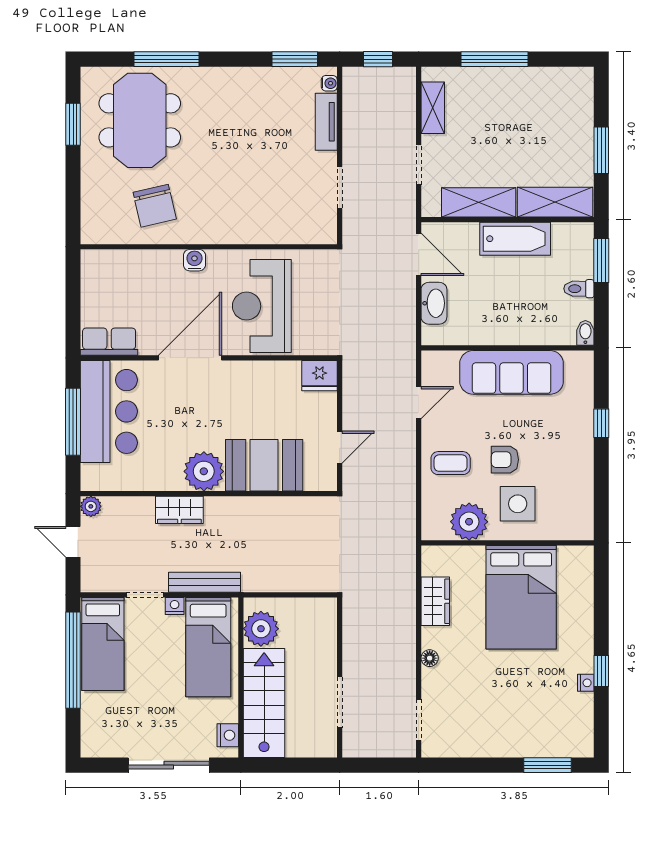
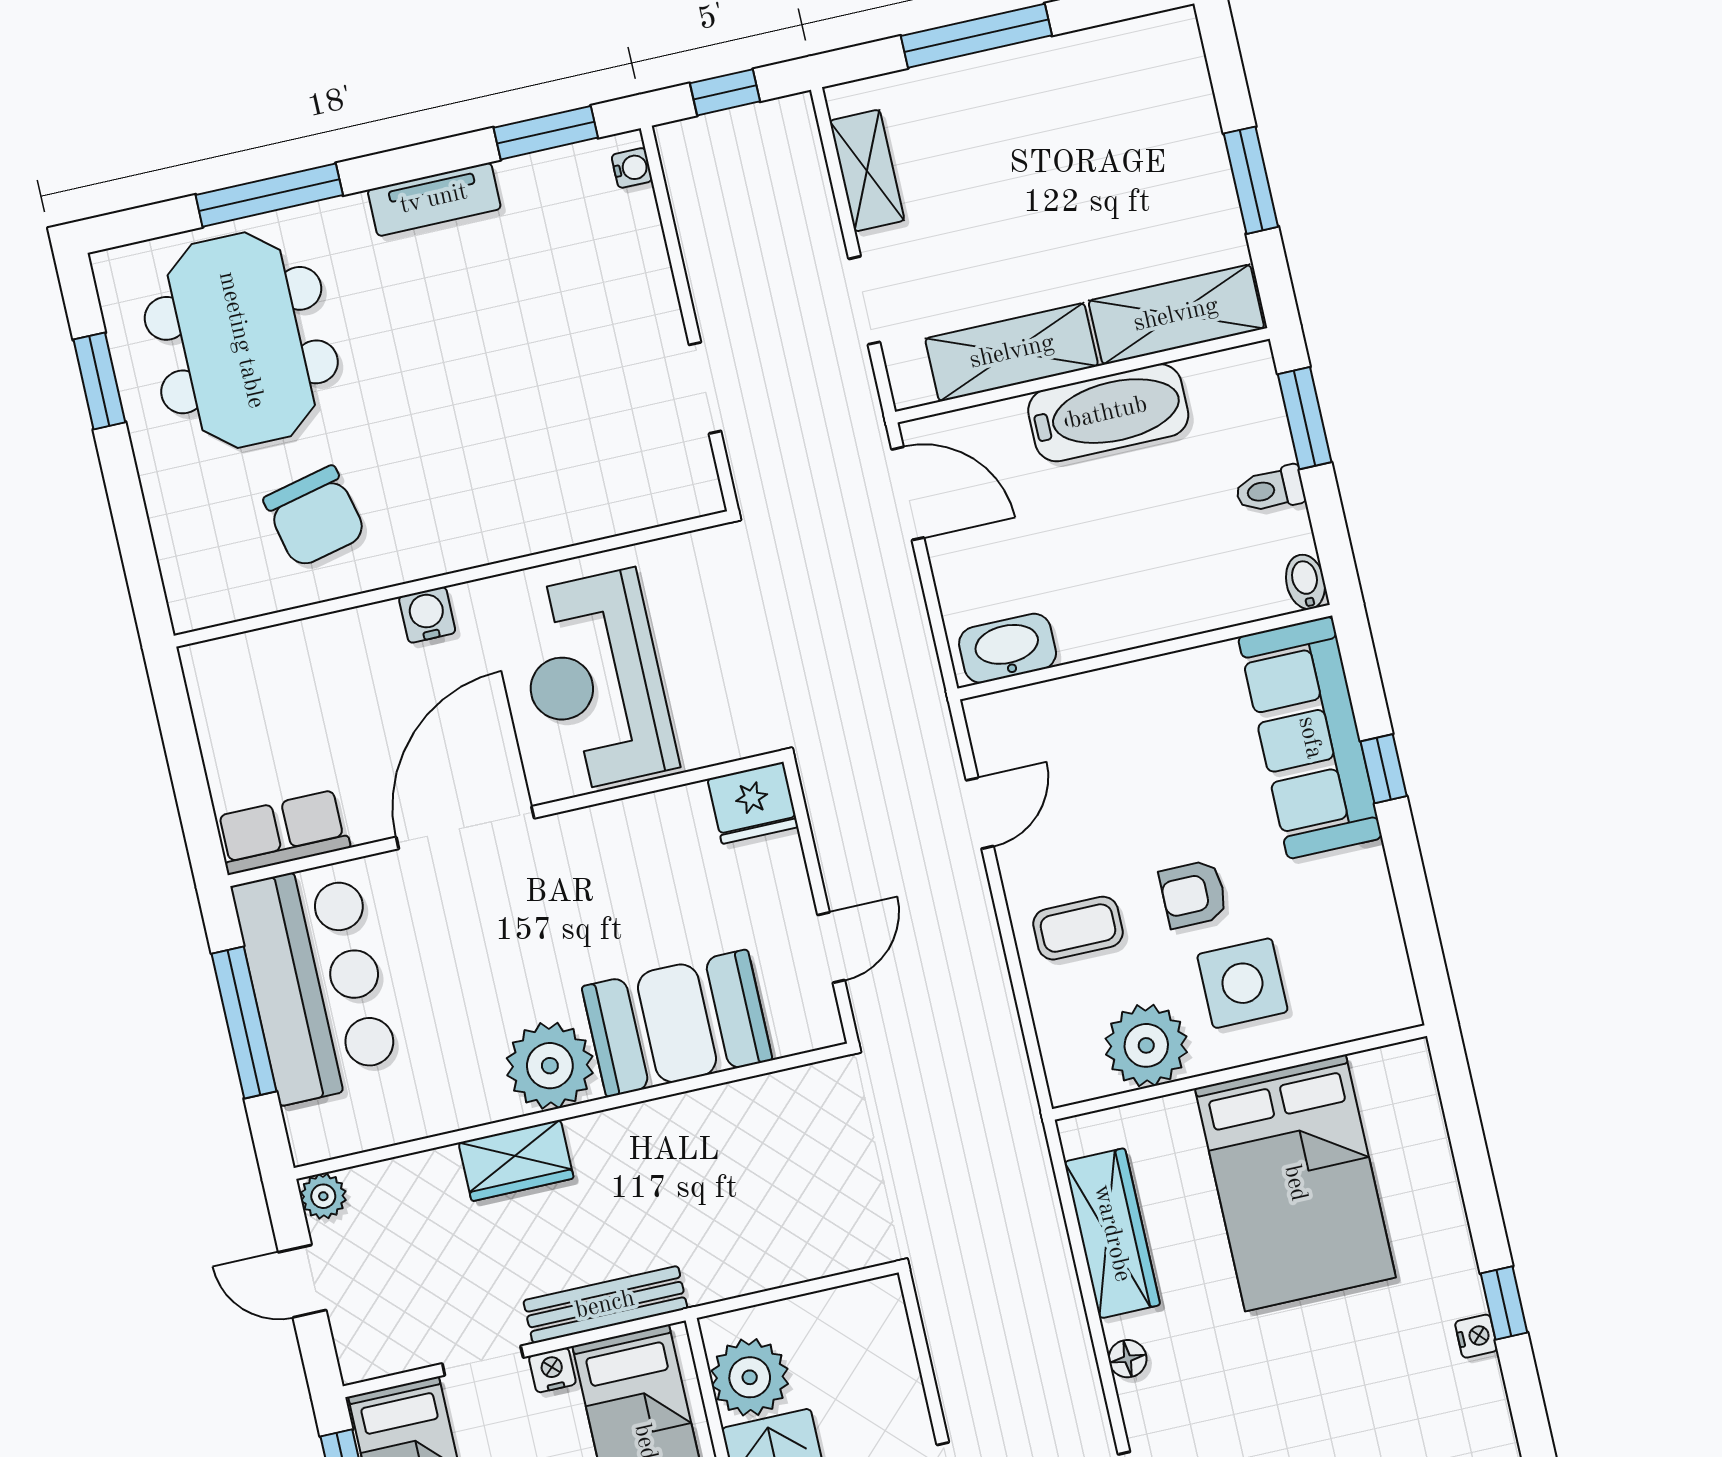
tv unit: (326, 122) -> (434, 199), moved, turned -90
washbasin: (434, 303) -> (1008, 648), moved, turned -90
sofa: (512, 372) -> (1310, 738), moved, turned 90
wardrobe: (435, 601) -> (1112, 1233), width x1.50

